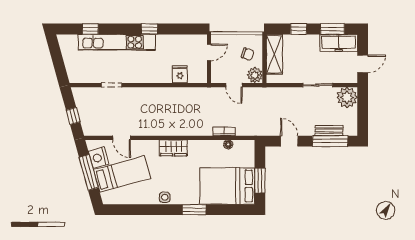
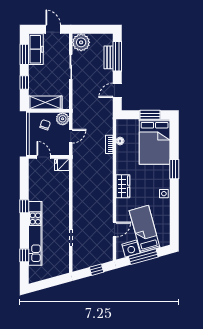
fridge: (180, 74) -> (62, 165), moved

